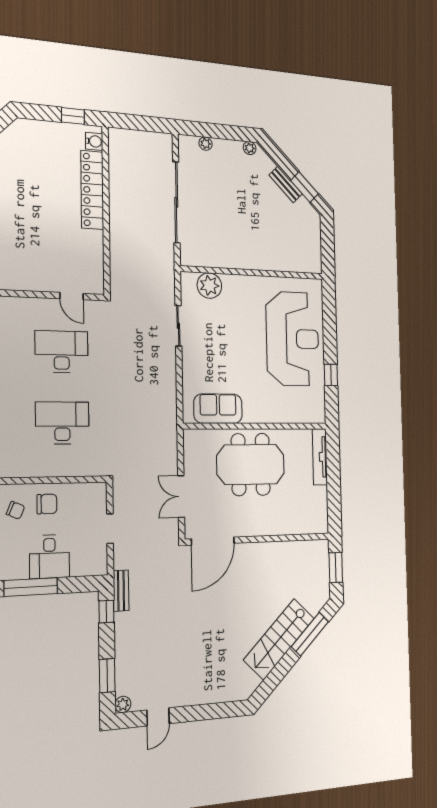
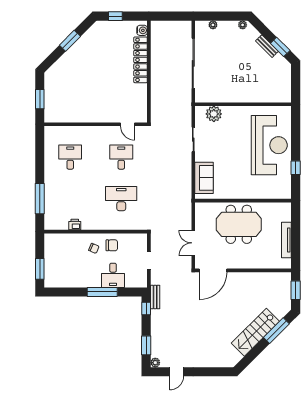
window: (73, 116) -> (115, 16), moved
desk: (62, 352) -> (121, 157), width x0.73
sofa: (218, 409) -> (204, 178), moved, turned 90
tv unit: (320, 457) -> (286, 240), moved

